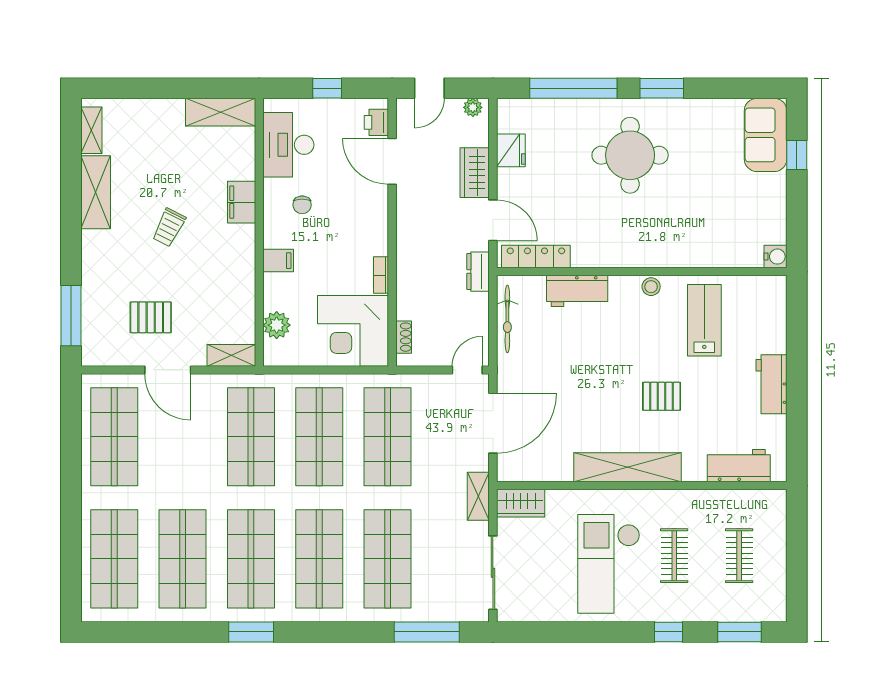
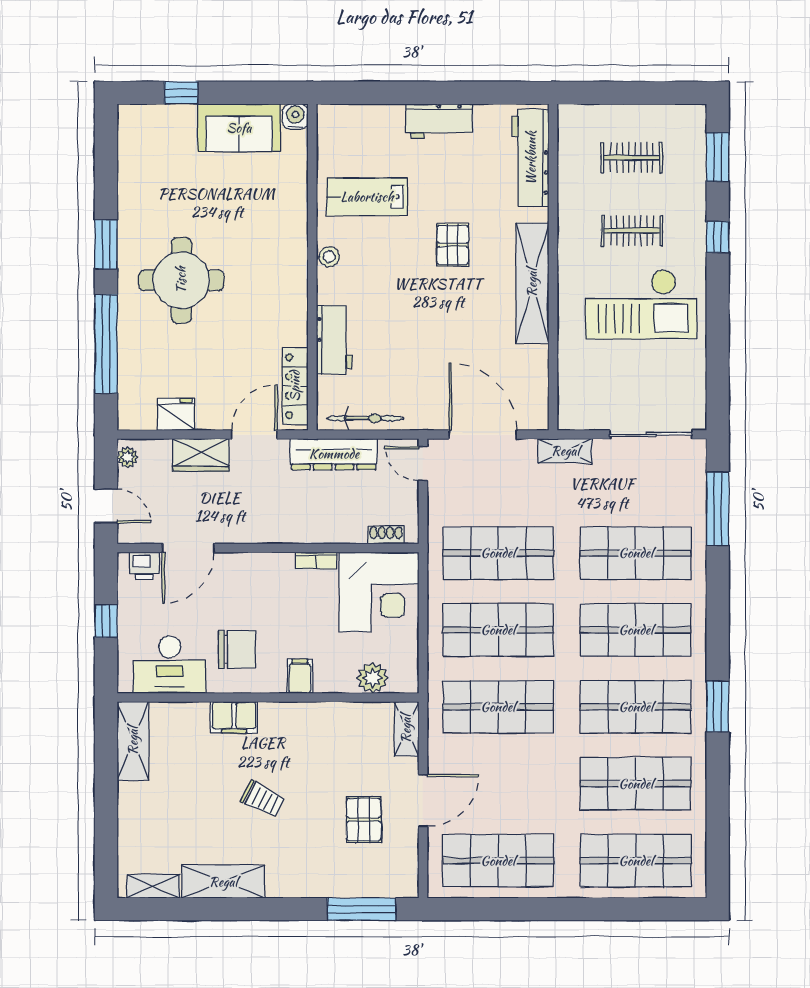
sofa: (766, 135) -> (239, 128), moved
chair: (302, 205) -> (237, 649), width x1.87, depth x1.87
dresser: (478, 272) -> (334, 454), width x1.96, depth x1.24
workbench: (739, 466) -> (531, 158), width x1.38
wardrobe: (521, 503) -> (573, 403), removed

